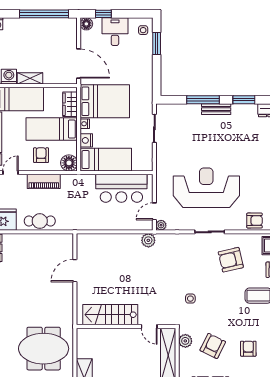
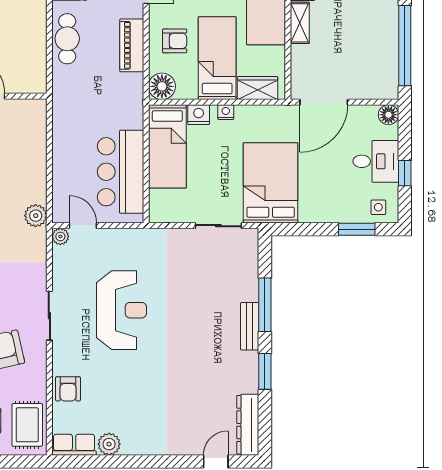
window: (103, 14) -> (405, 173), moved
bed: (105, 101) -> (271, 183), moved, turned 180
reception desk: (206, 188) -> (121, 310), width x0.74, depth x0.77

